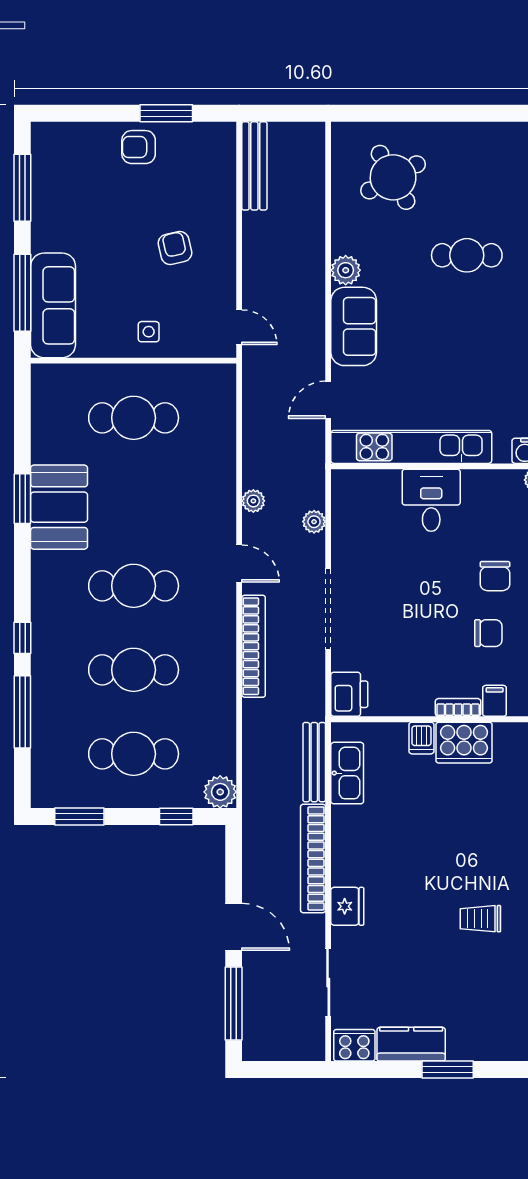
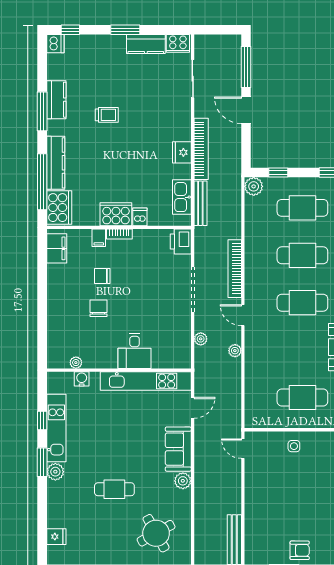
armchair: (175, 248) -> (279, 493), removed
fridge: (347, 906) -> (182, 152), moved

